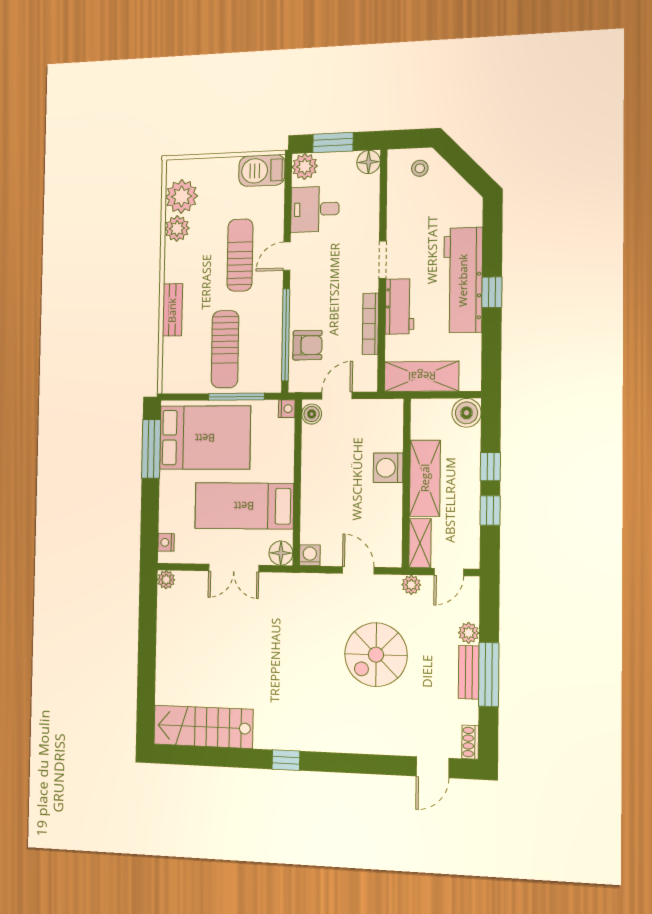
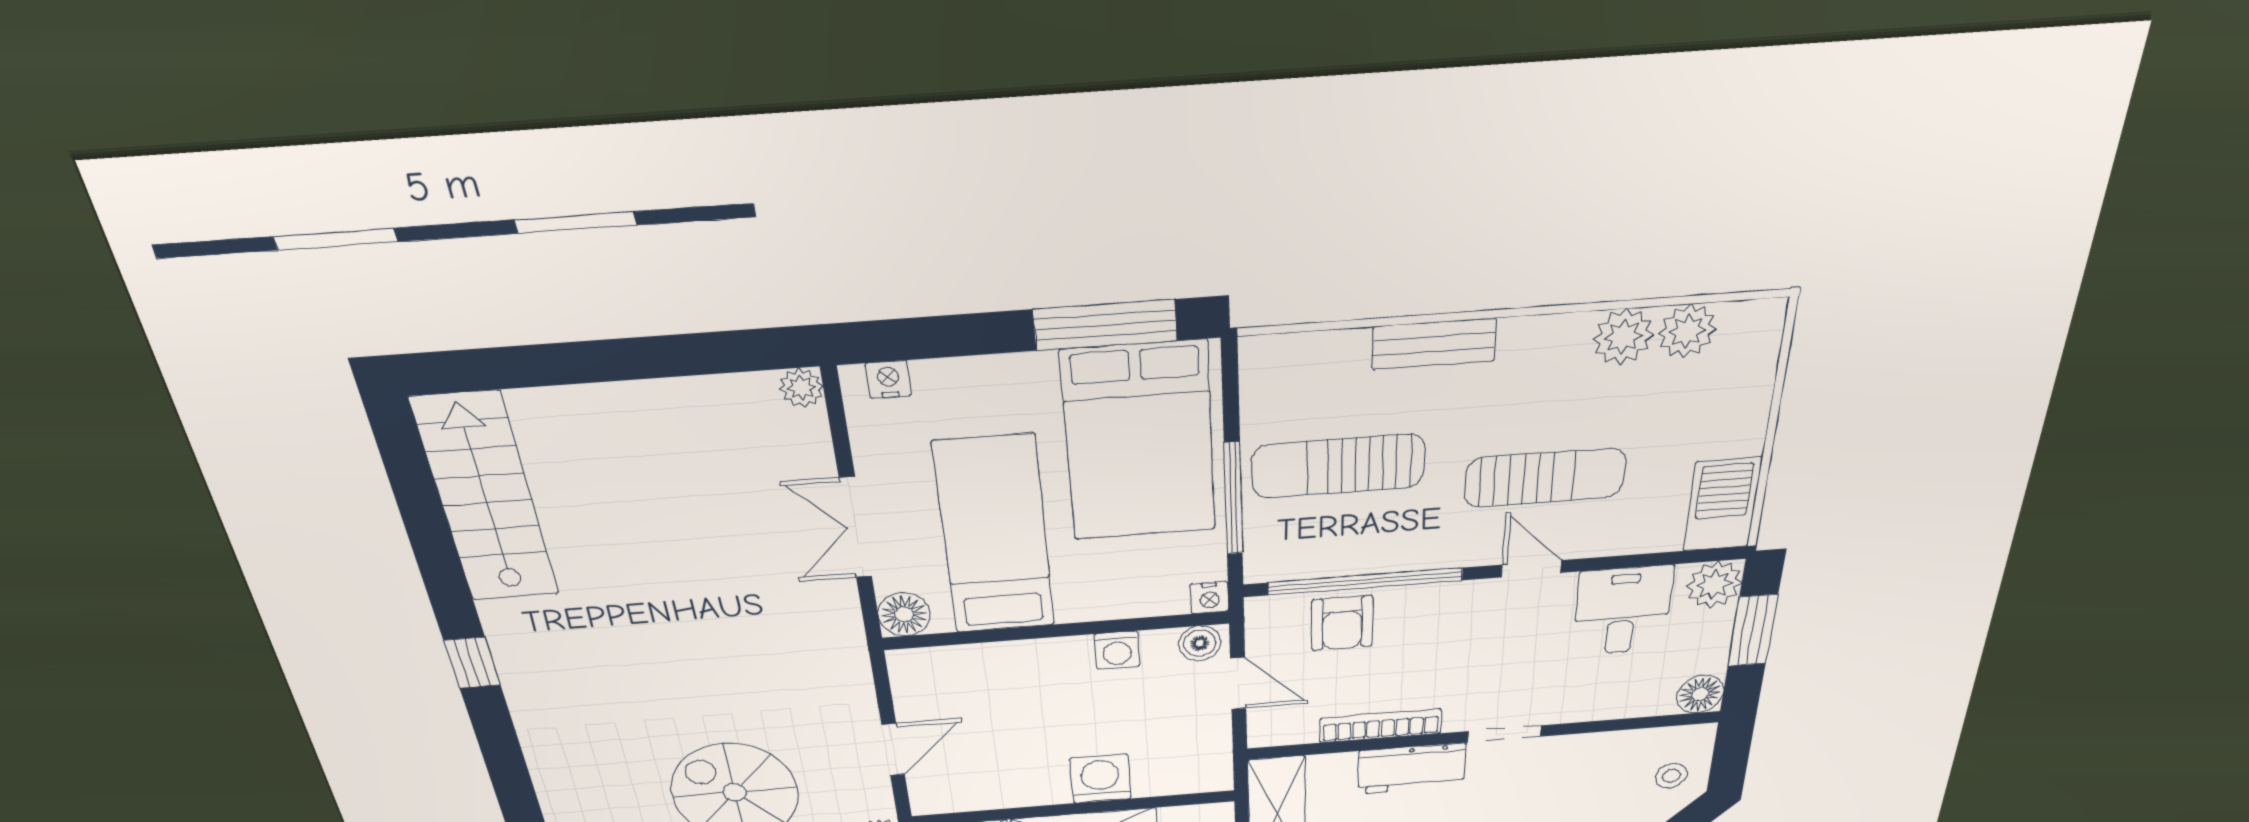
plant: (182, 196) -> (1687, 331), width x0.73, depth x0.73
washing machine: (310, 555) -> (1117, 650), moved, turned 90

